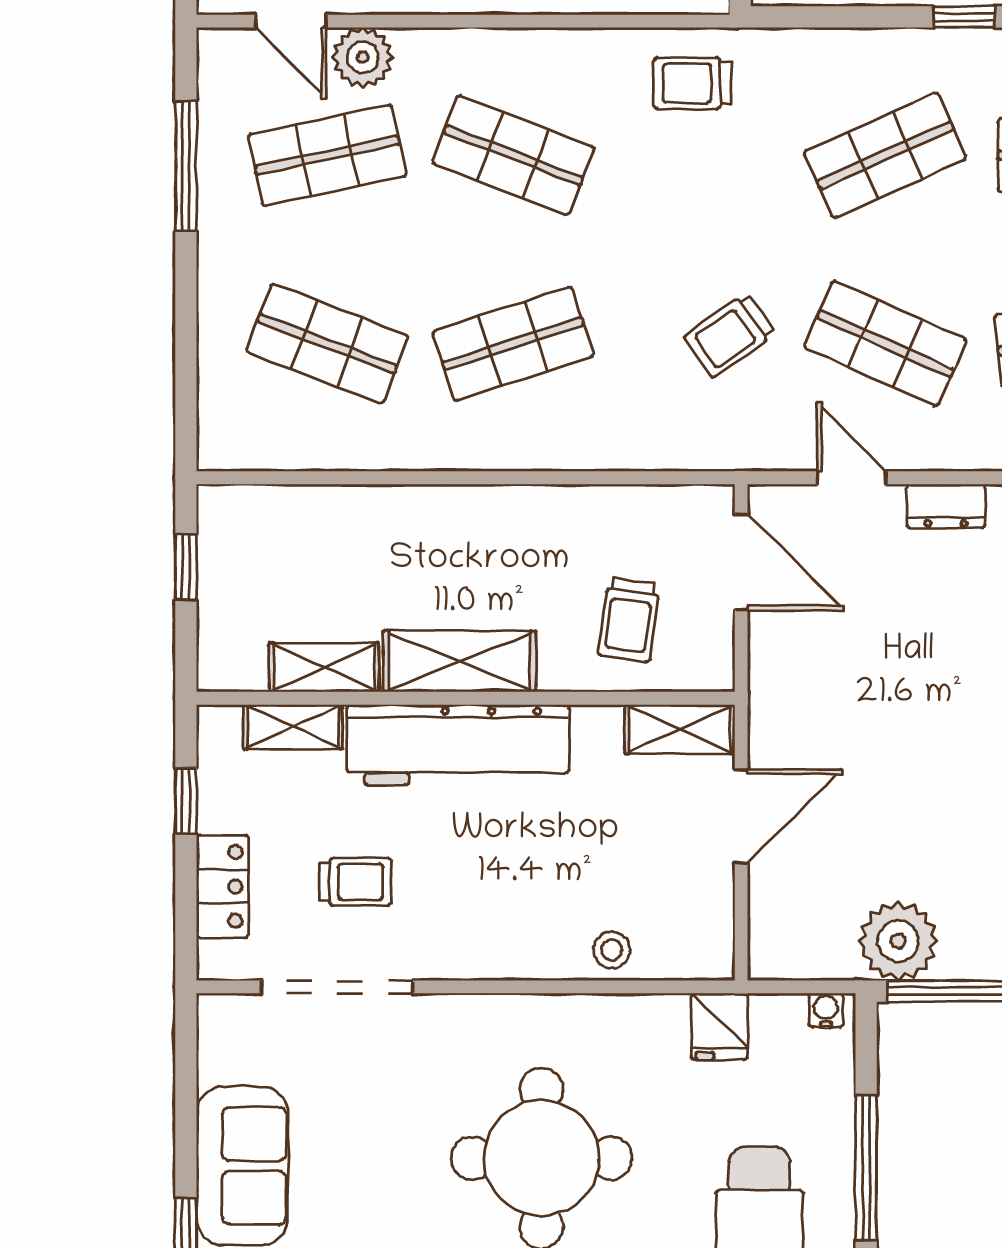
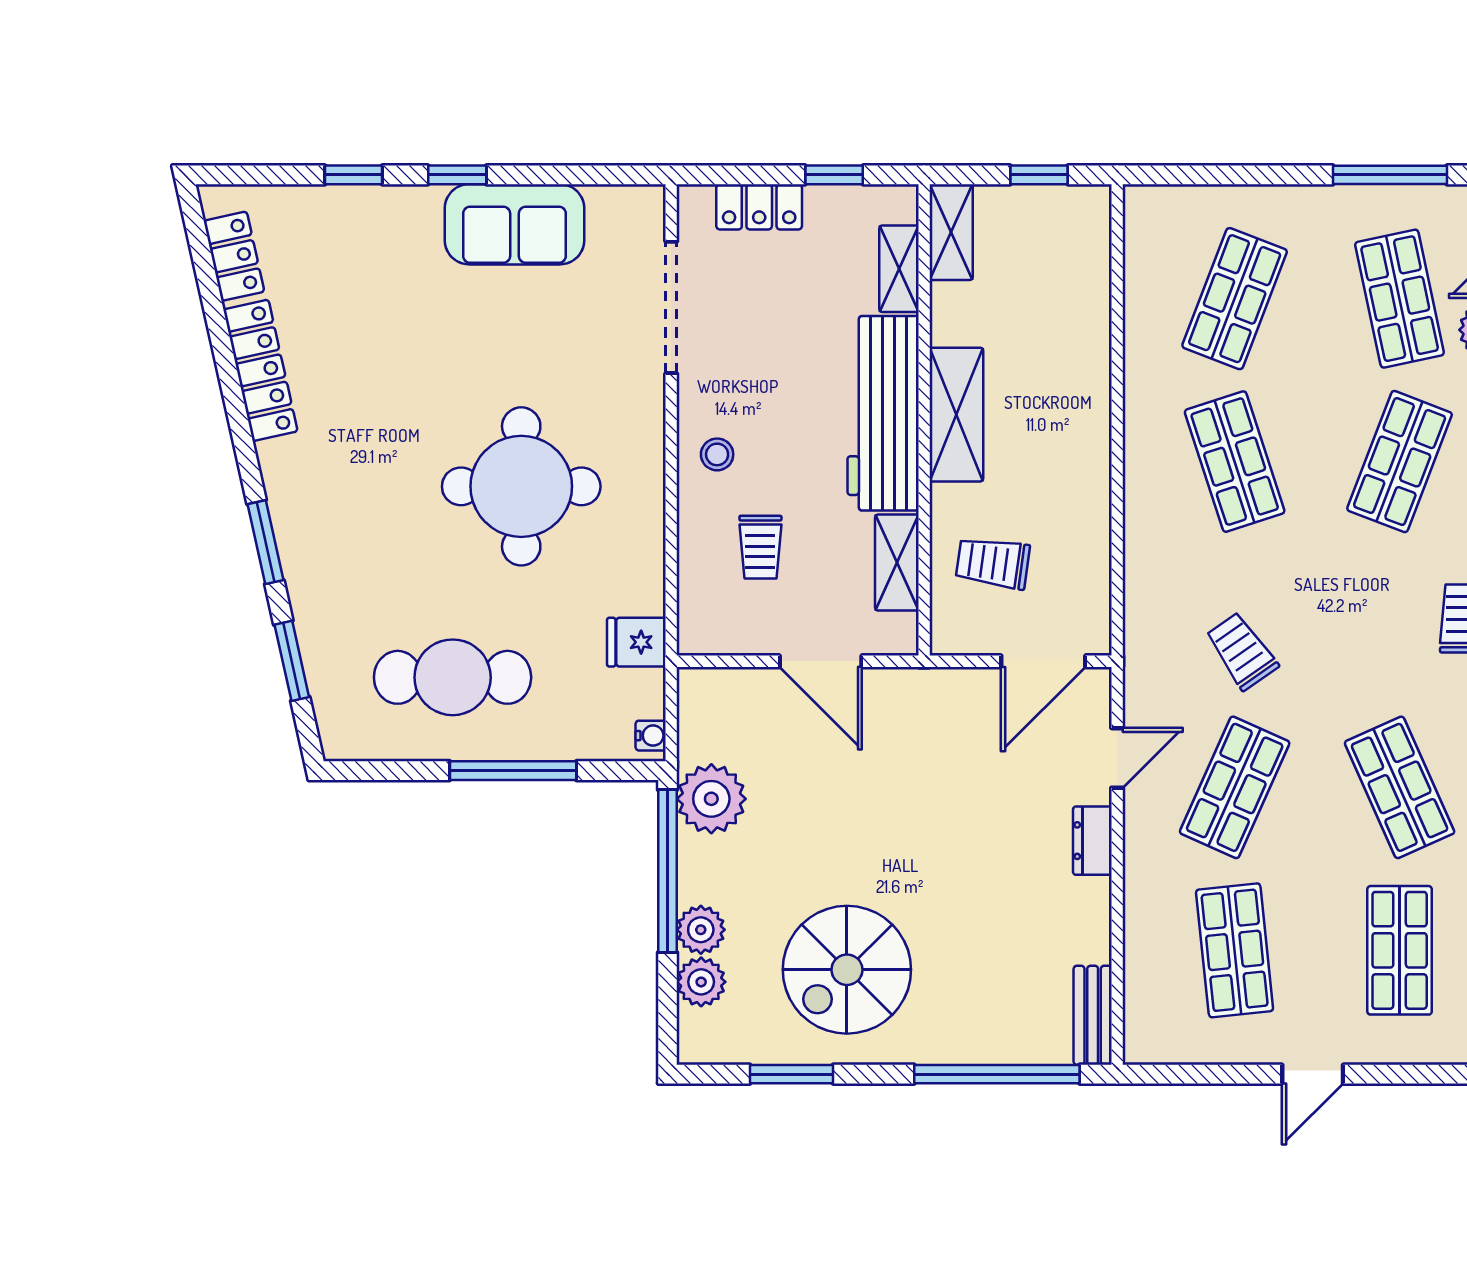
shelving: (324, 667) -> (951, 232), moved
shelving: (680, 729) -> (897, 563), moved
trolley: (355, 882) -> (760, 547), moved
stool: (612, 950) -> (717, 454), moved

